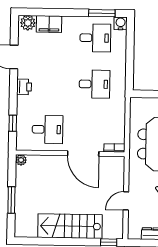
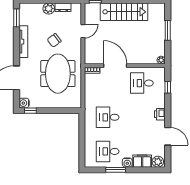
window: (102, 13) -> (116, 170), moved
water cooler: (121, 23) -> (127, 163), moved

